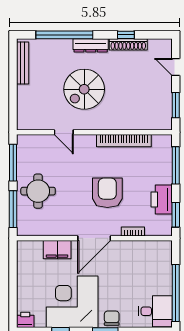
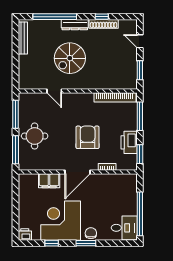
bookcase: (124, 141) -> (115, 97), moved

